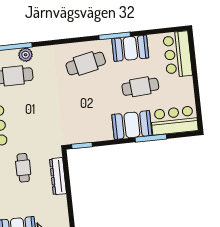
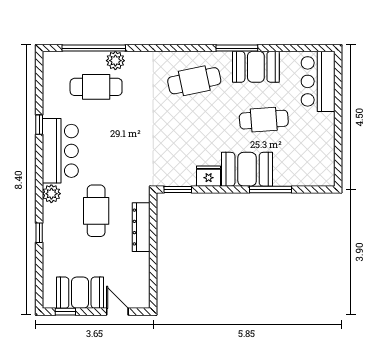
bar counter: (174, 120) -> (304, 169), removed
fridge: (104, 133) -> (209, 176), added
cafe table: (23, 168) -> (96, 211), width x1.37, depth x1.35

